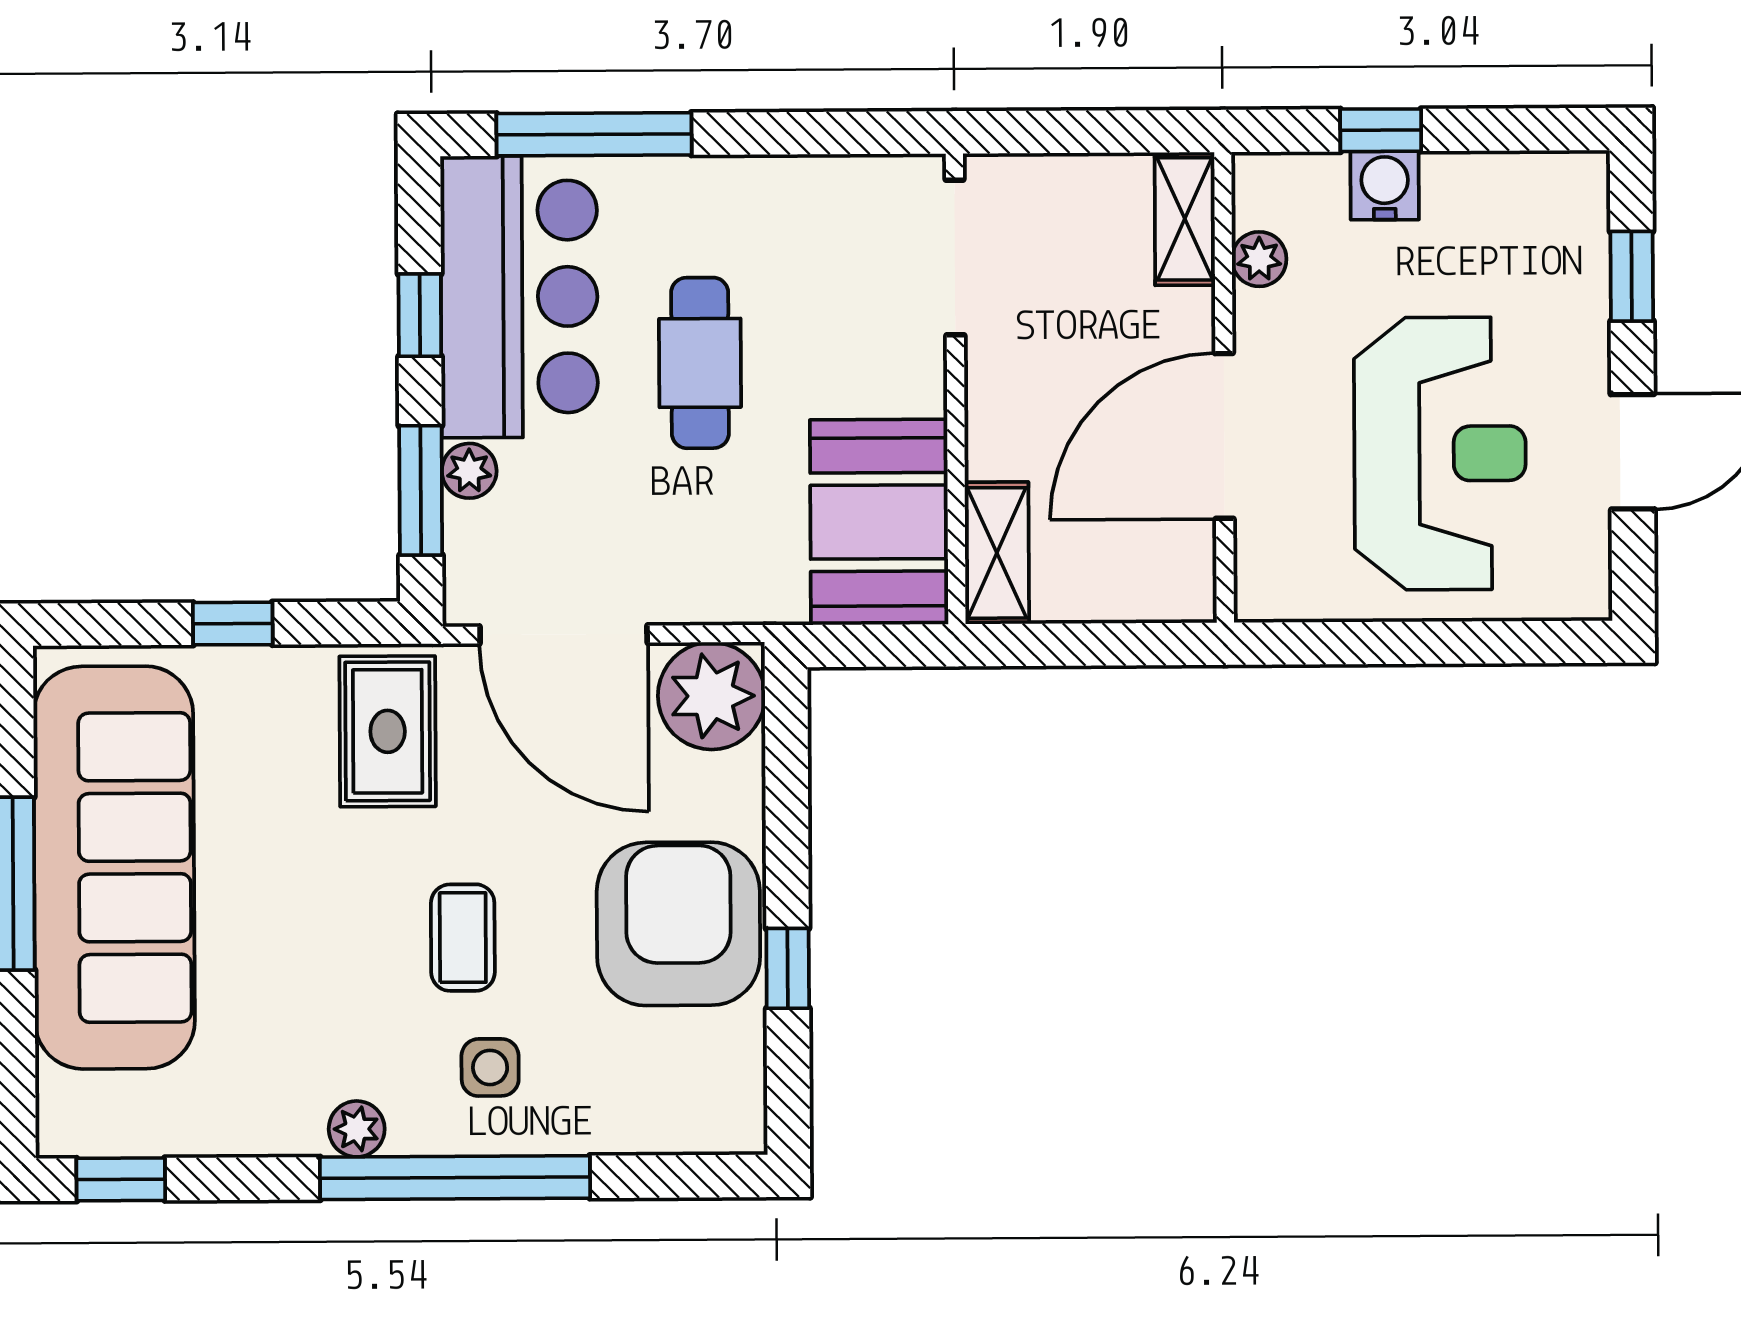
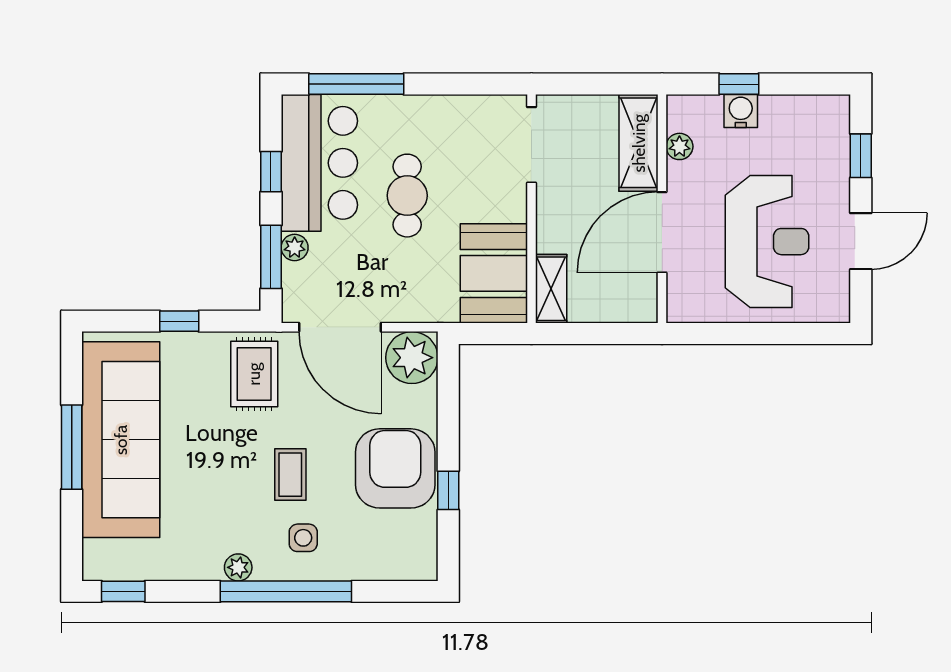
shelving: (1185, 219) -> (639, 143), width x1.50, depth x1.33

